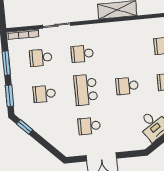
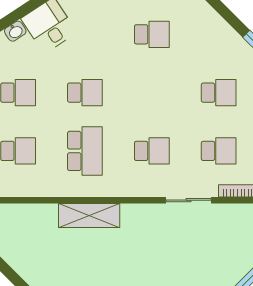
school desk: (86, 90) -> (85, 151), moved

